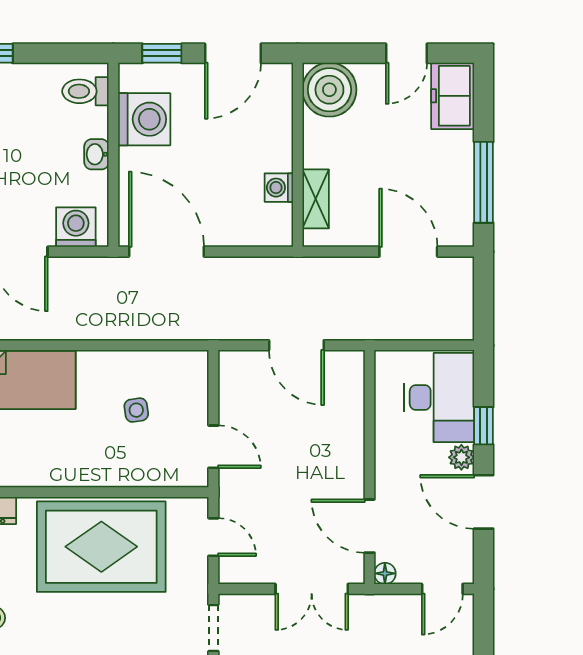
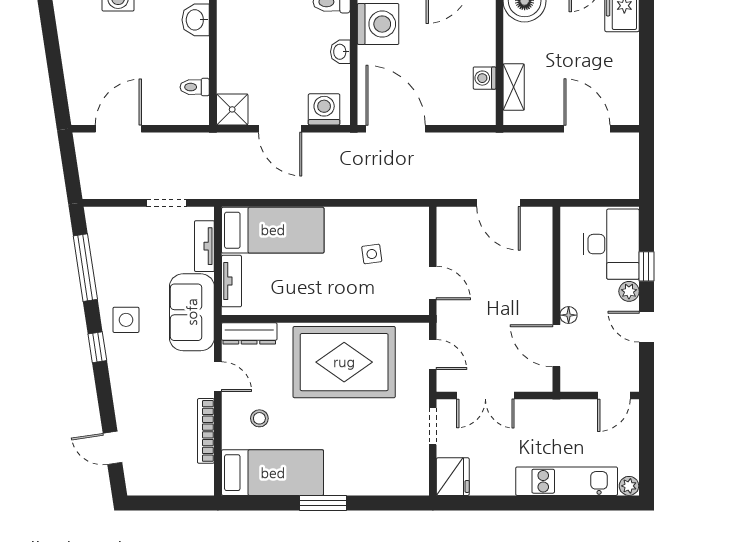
window: (484, 182) -> (646, 74), removed
door: (484, 502) -> (646, 327), width x0.73
floor lamp: (385, 573) -> (569, 315), moved
double door: (312, 589) -> (485, 395), moved

